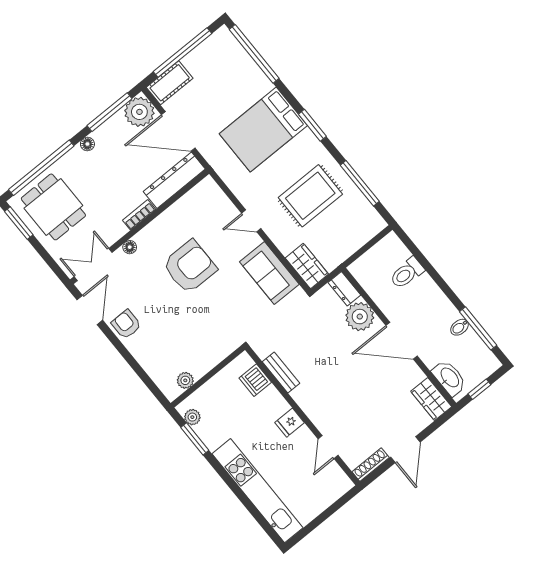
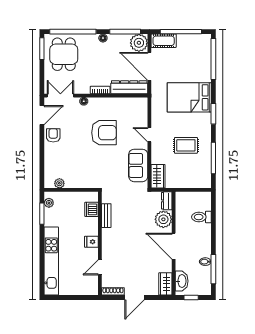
rug: (310, 196) -> (186, 145), width x0.73, depth x0.70

